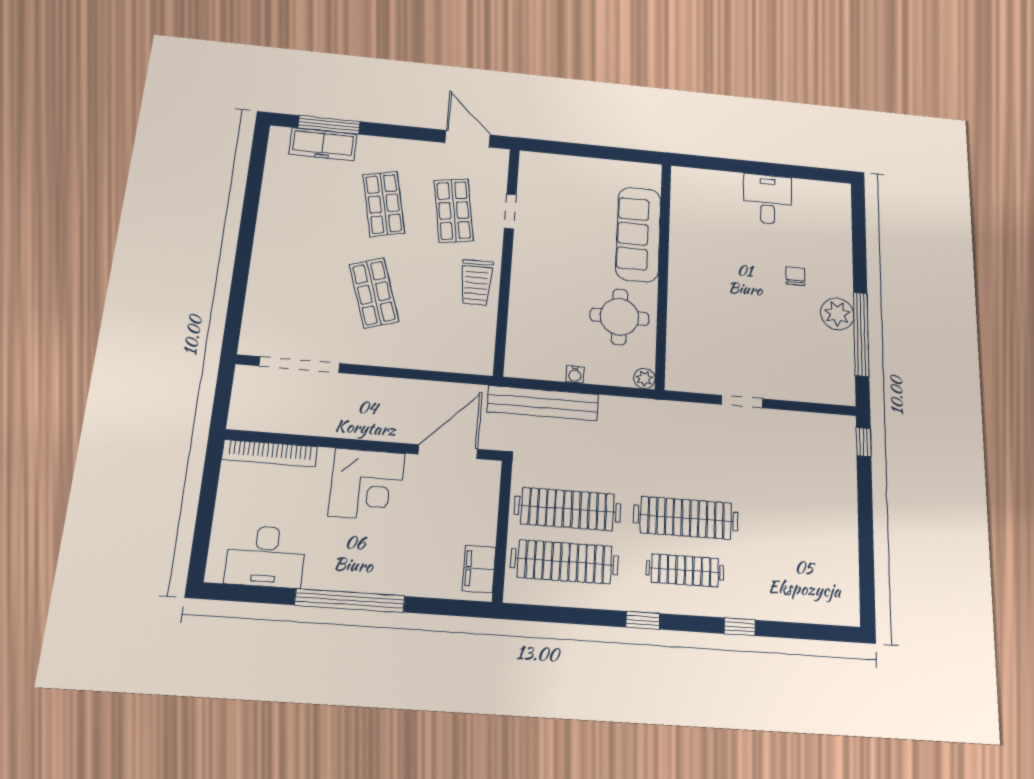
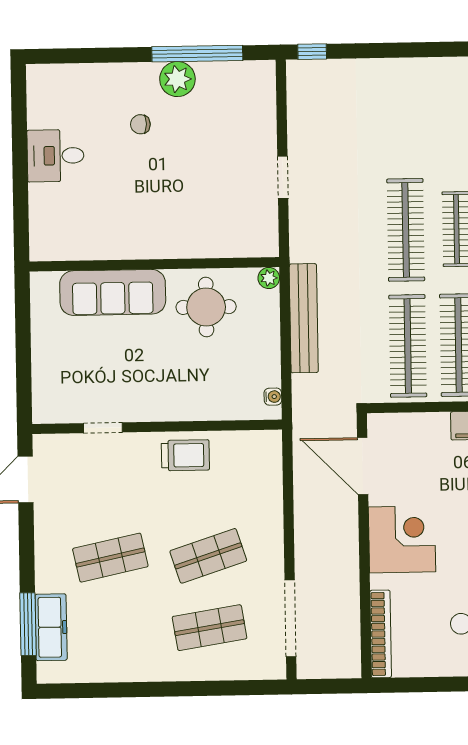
shop shelf: (454, 210) -> (210, 628), moved
water cooler: (575, 374) -> (273, 397), moved
bench: (543, 403) -> (304, 318), moved

